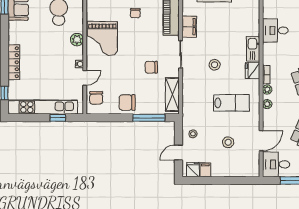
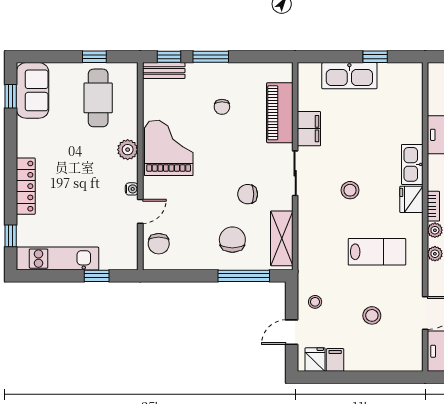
grand piano: (102, 39) -> (169, 148), turned 180
chair: (127, 102) -> (232, 240), moved, turned 90
kitchen unit: (43, 107) -> (57, 259), width x0.73

